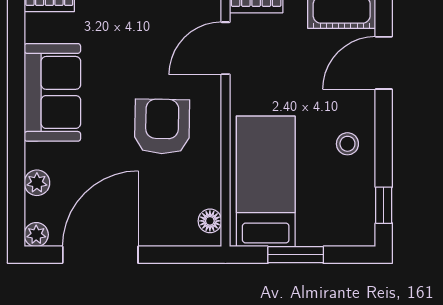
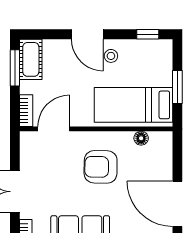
door: (226, 48) -> (54, 129), swing flipped
door: (384, 63) -> (87, 34), moved
floor lamp: (210, 221) -> (141, 138), moved

